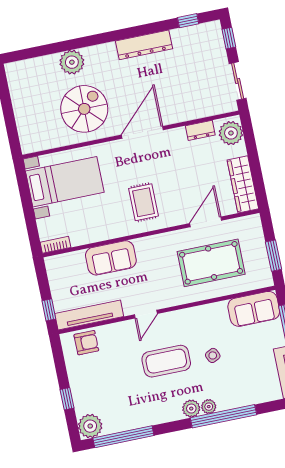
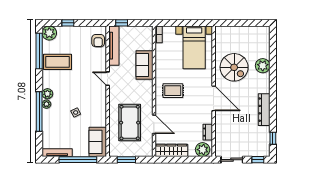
coffee table: (166, 361) -> (58, 62), moved, turned 90

